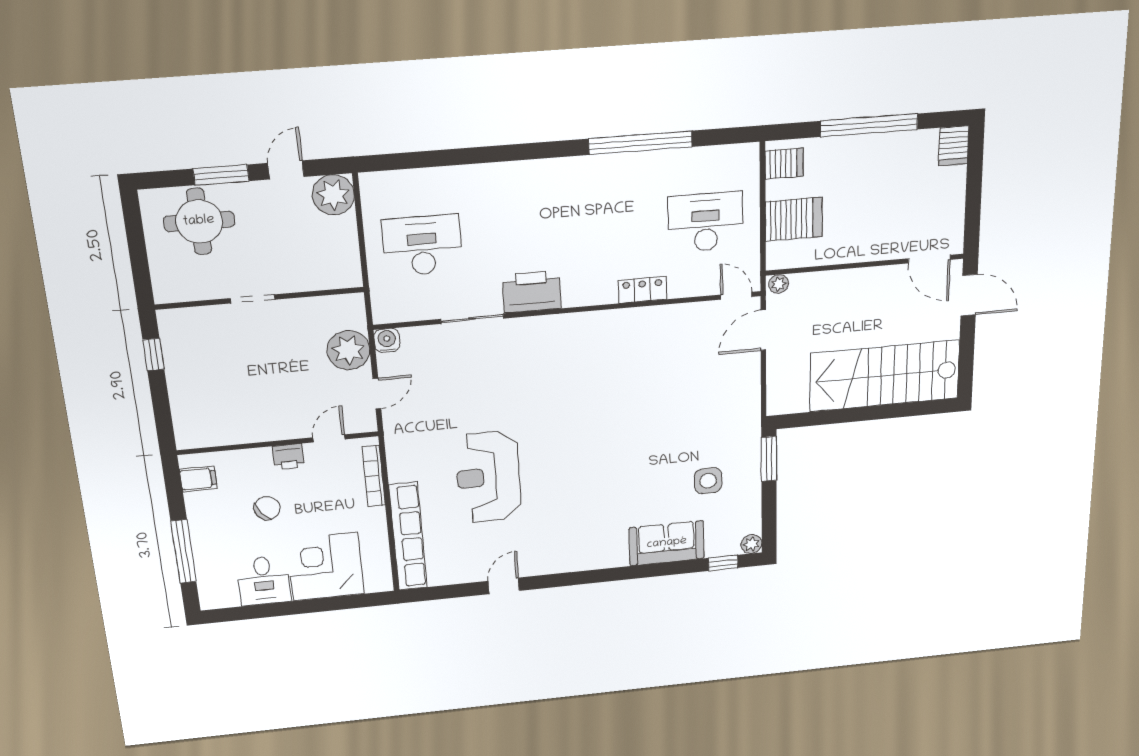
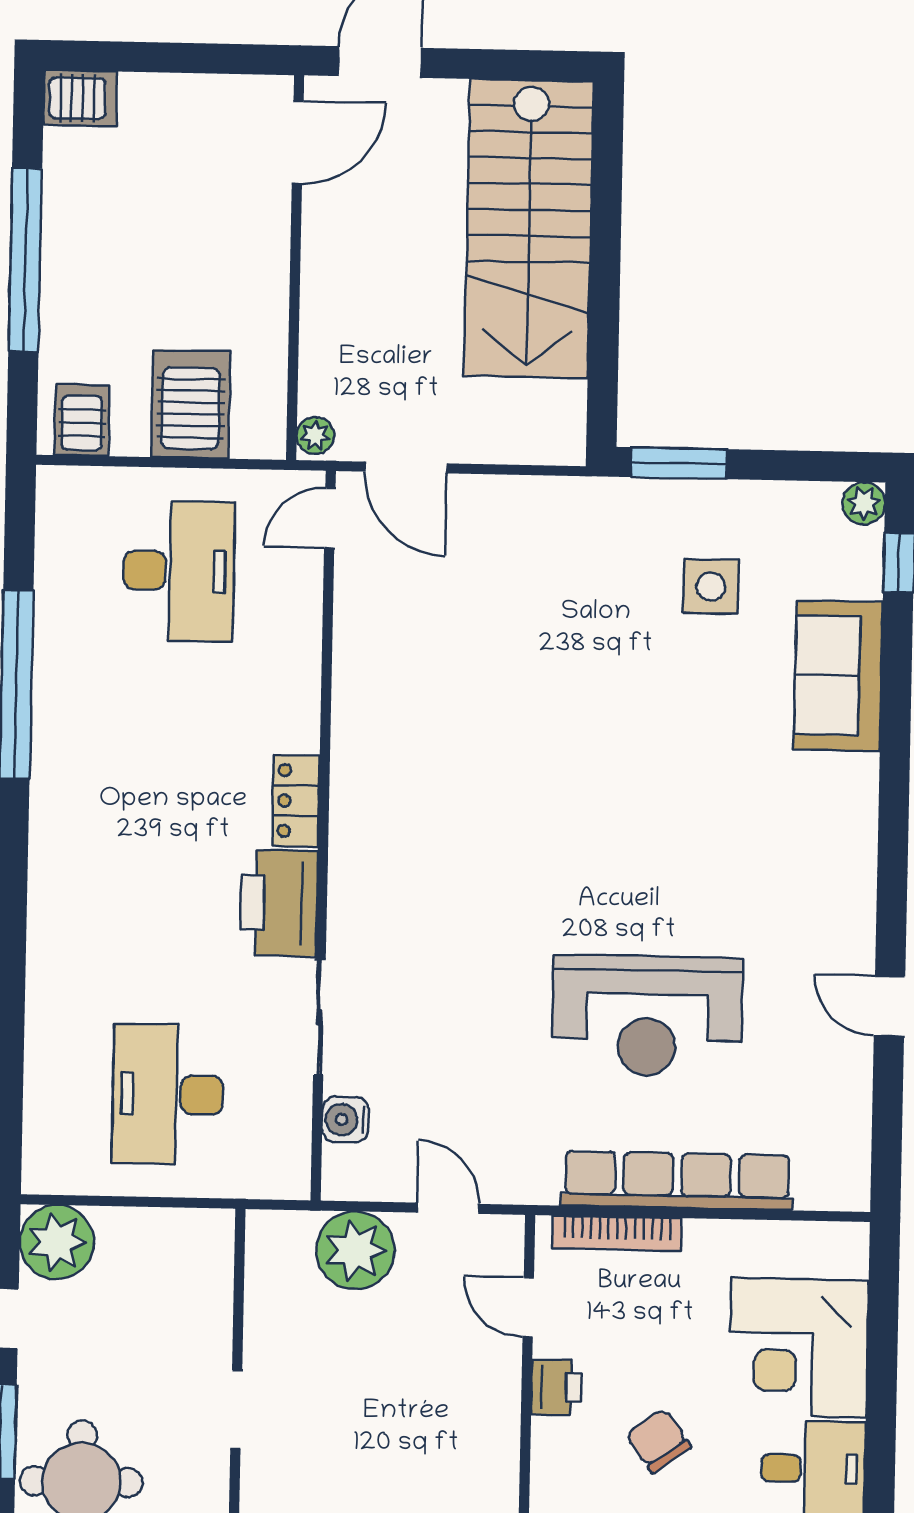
desk: (706, 222) -> (179, 571), turned 180
locker: (642, 290) -> (296, 801), moved
water cooler: (387, 340) -> (345, 1120), moved
row of seats: (408, 537) -> (677, 1181), moved

